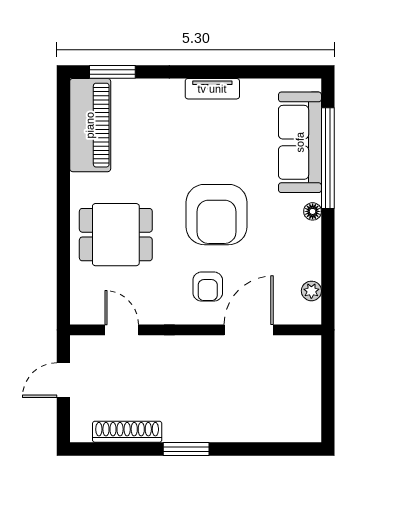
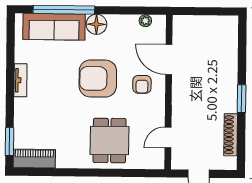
piano: (90, 125) -> (34, 159), width x0.73, depth x0.75
floor lamp: (313, 211) -> (96, 24), width x1.89, depth x1.89
armchair: (217, 215) -> (98, 79), turned 180
armchair: (208, 287) -> (142, 84), turned 90

